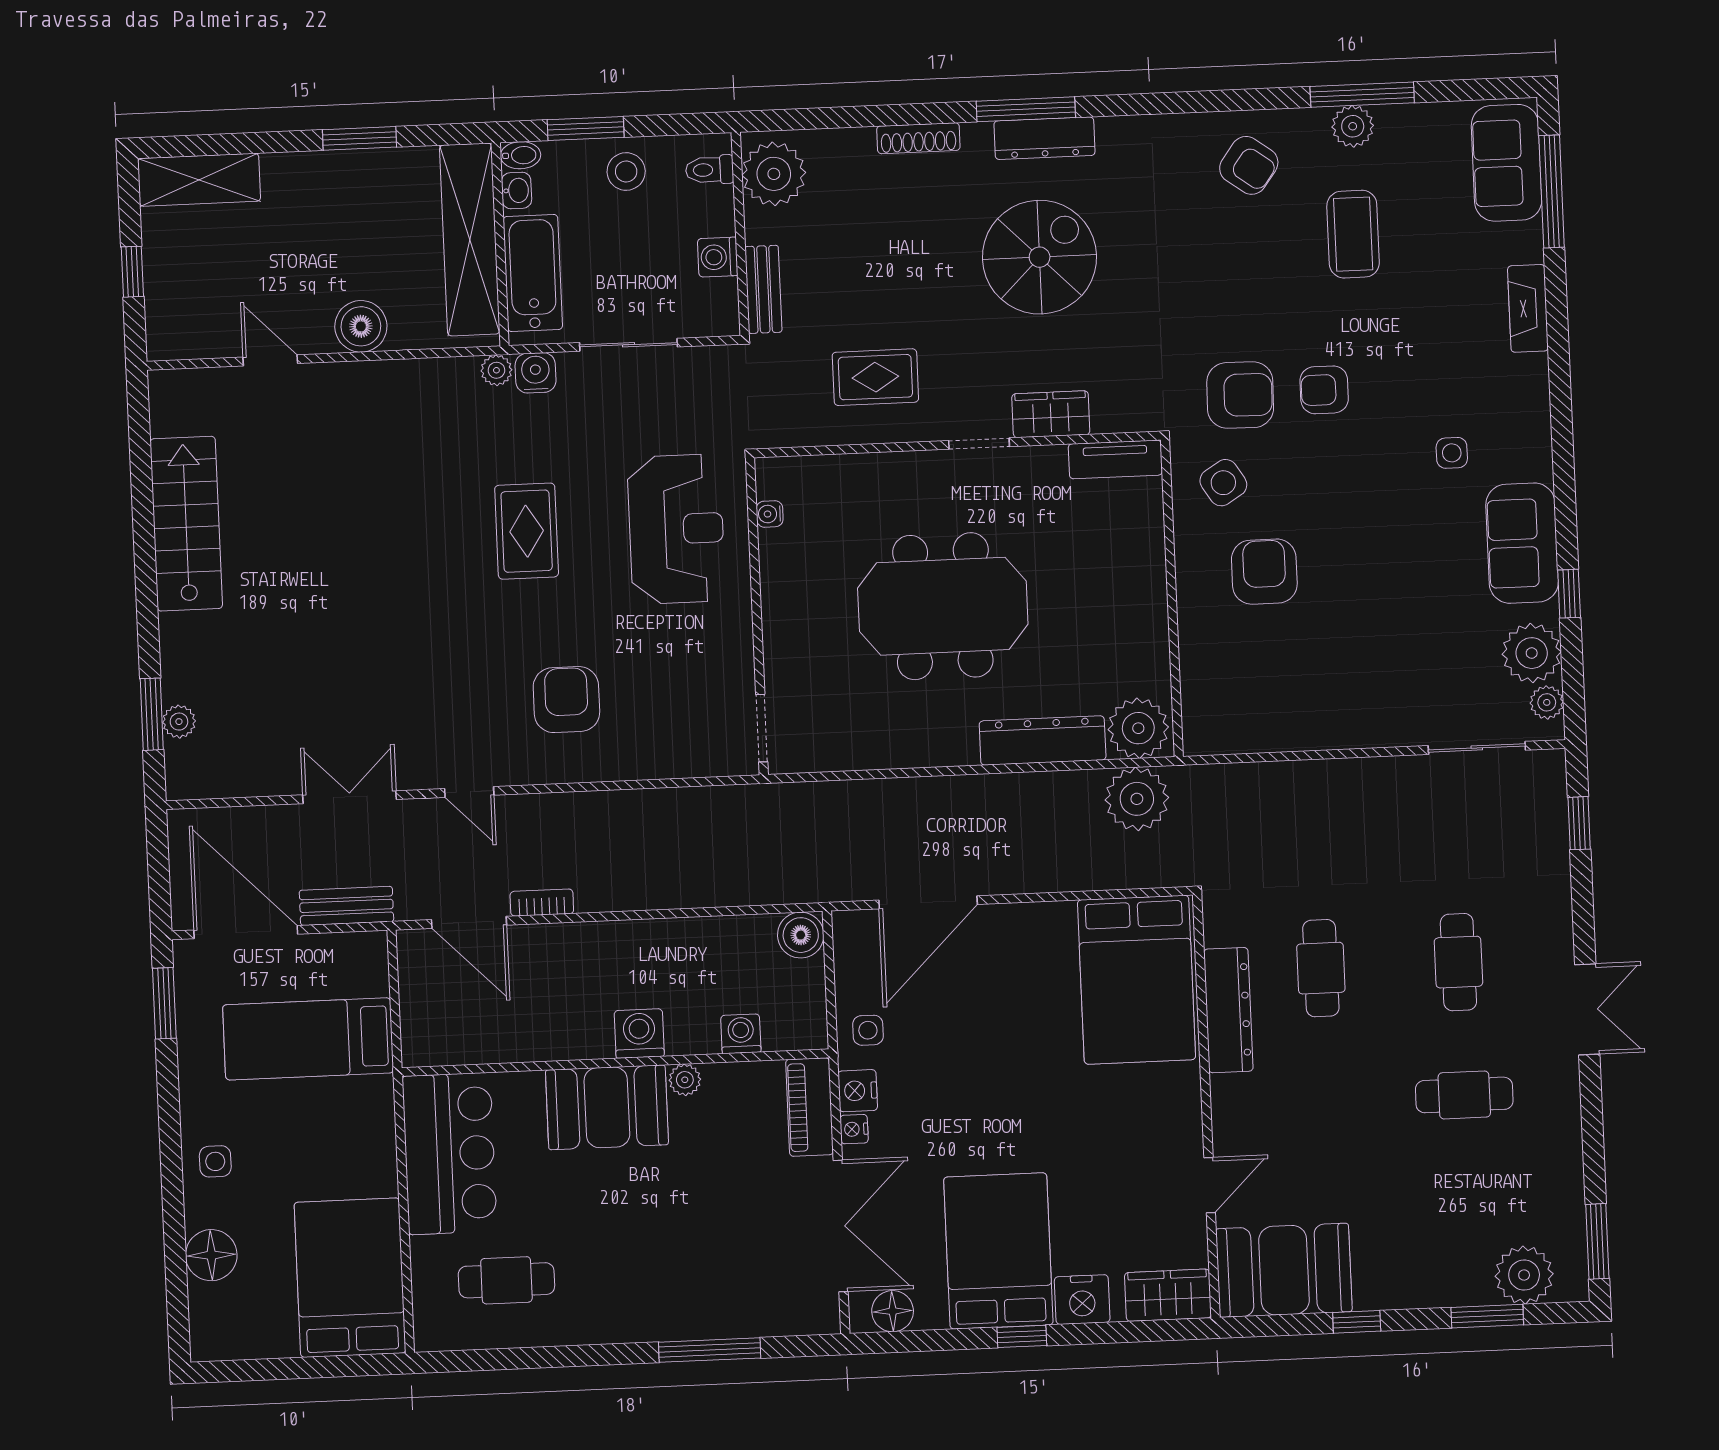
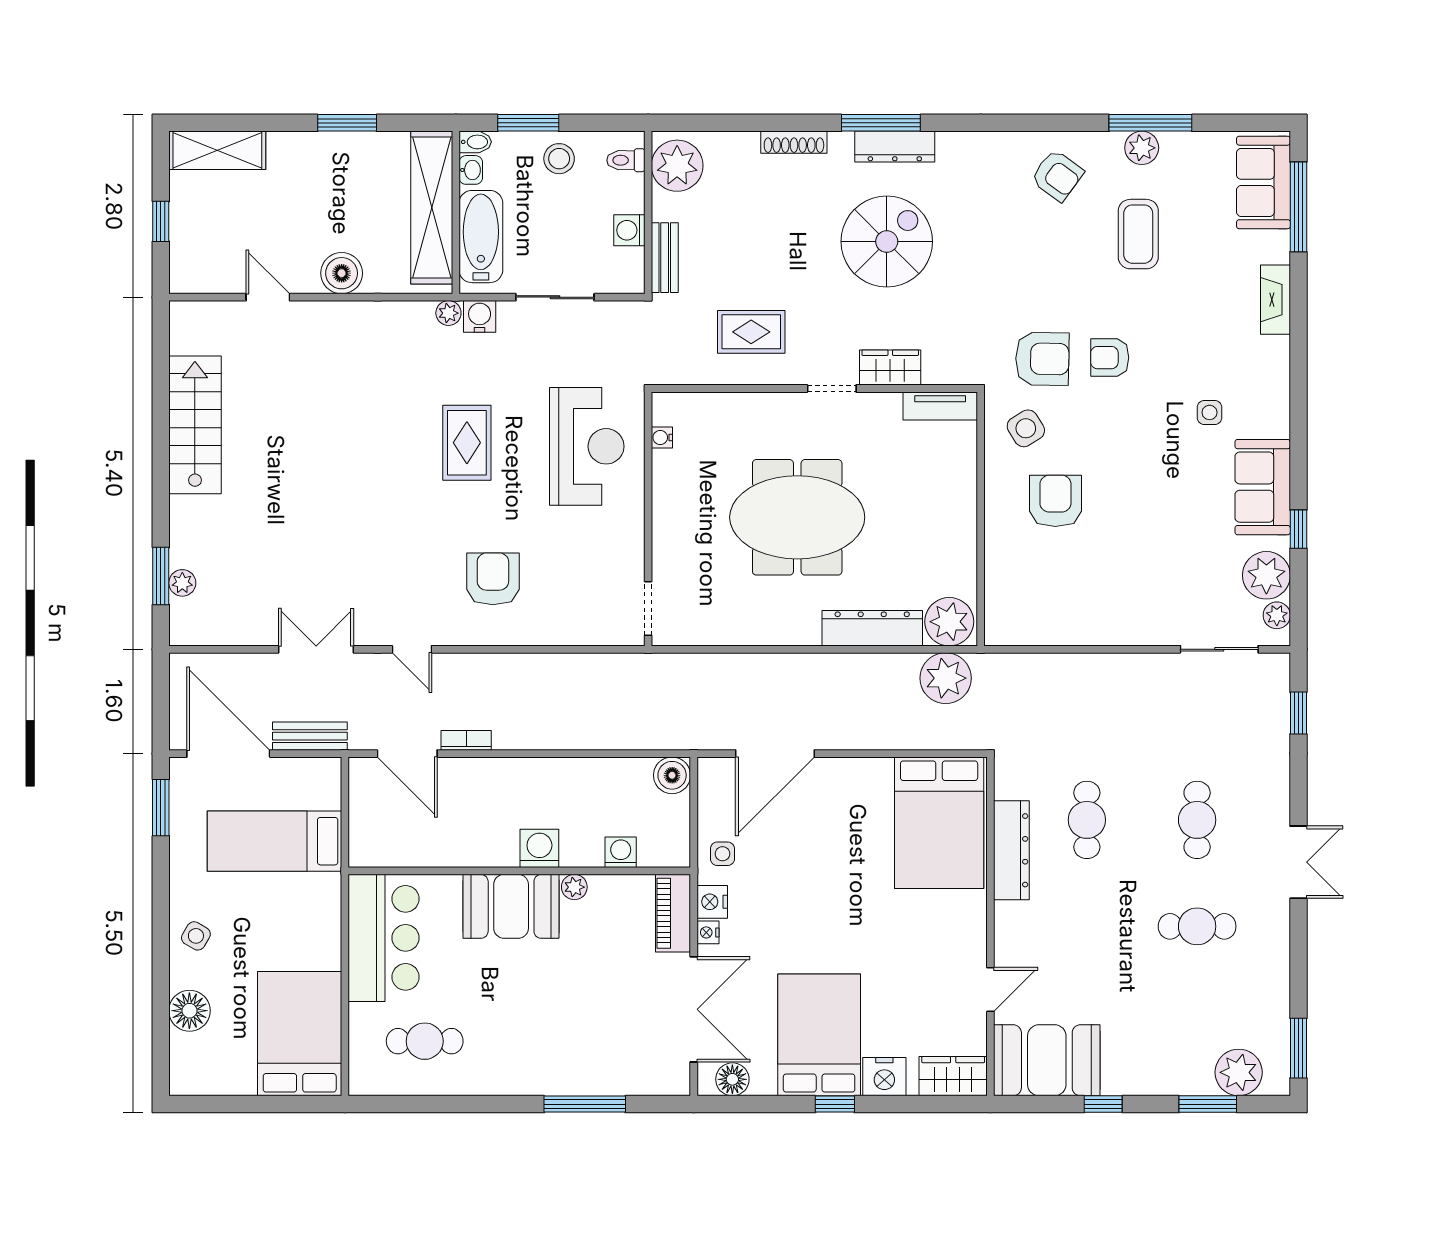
side table: (215, 1161) -> (196, 936), turned 30

